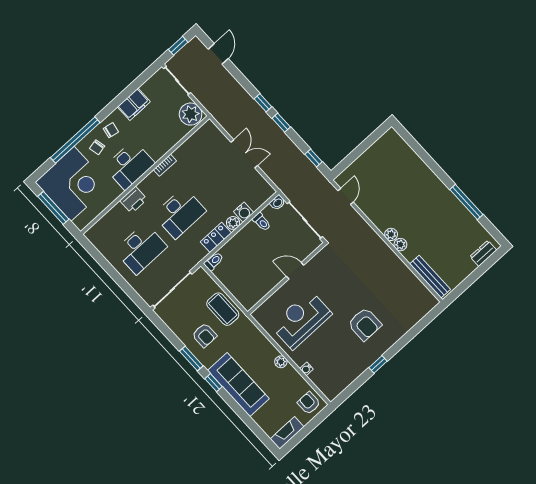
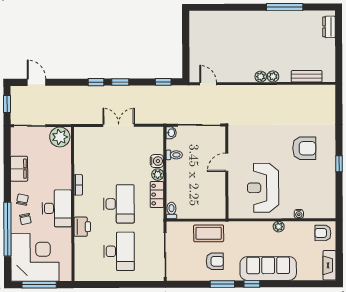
bench: (430, 277) -> (307, 76), width x0.73

